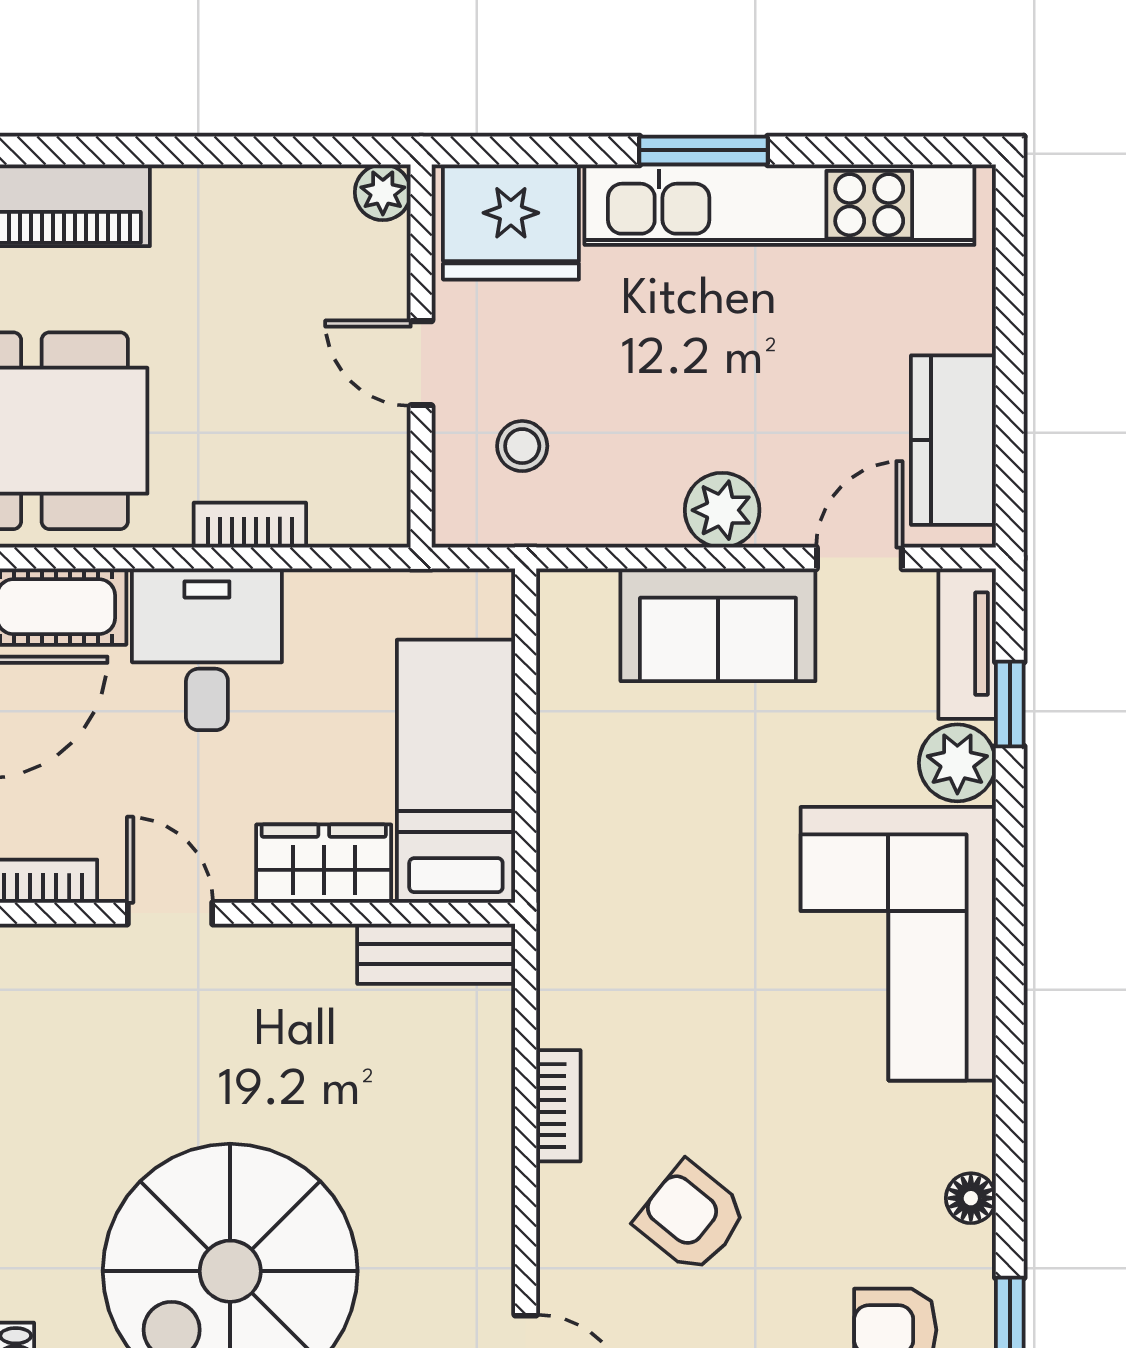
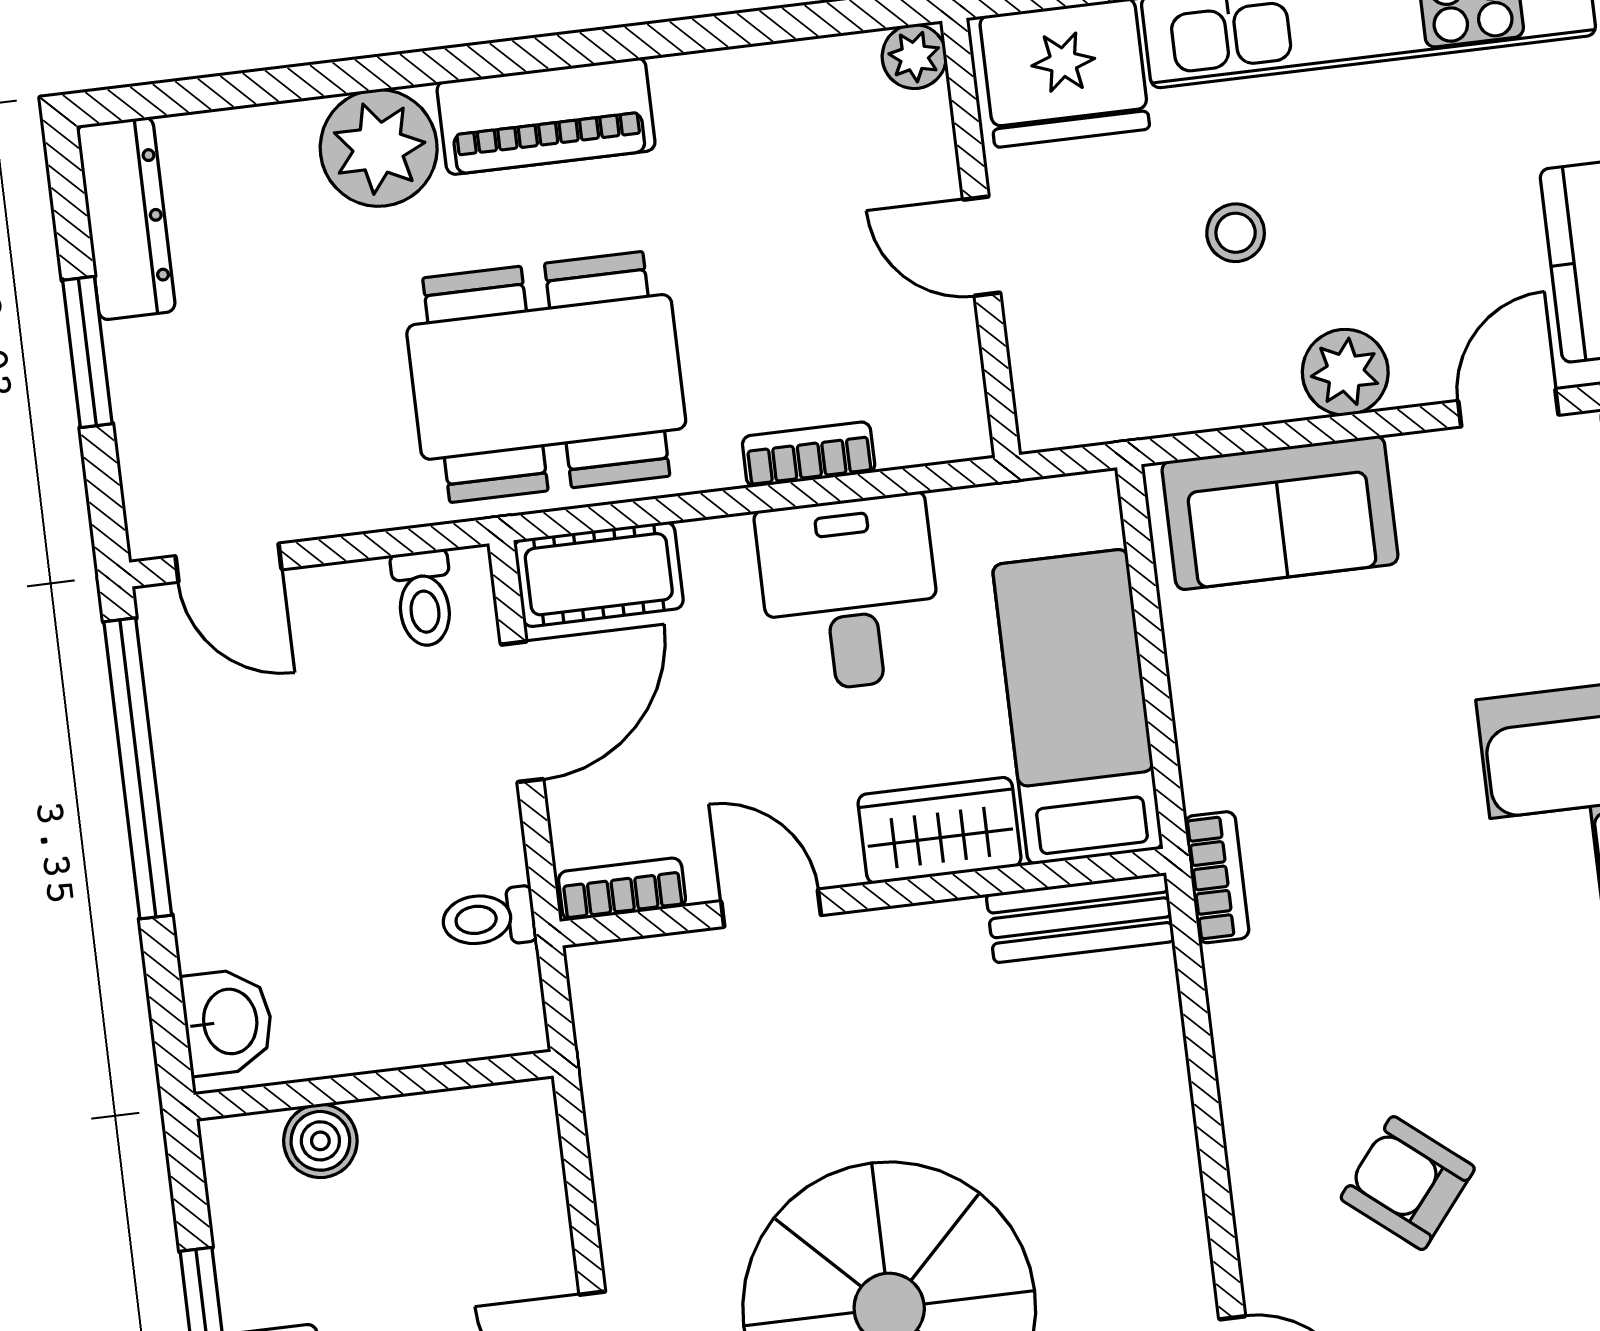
stool: (522, 446) -> (1236, 233), moved
sofa: (718, 625) -> (1280, 513), moved
desk: (207, 649) -> (850, 593), moved
bookcase: (558, 1106) -> (1217, 877), moved

